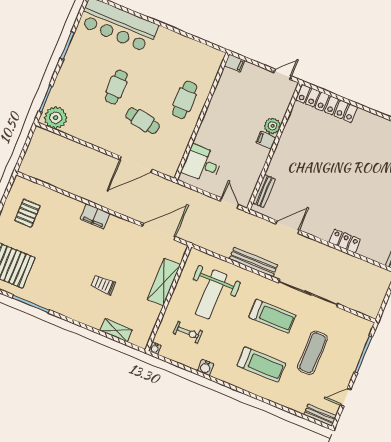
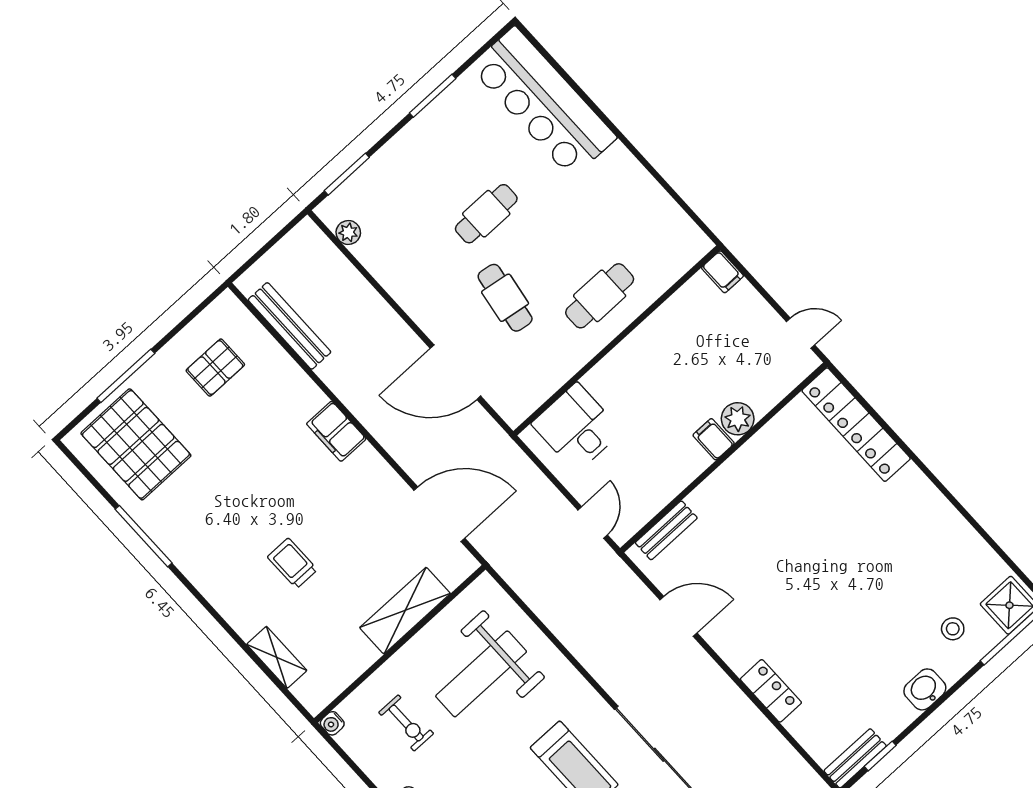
plant: (56, 118) -> (348, 233), width x0.53, depth x0.53
bench: (254, 262) -> (289, 326), moved

